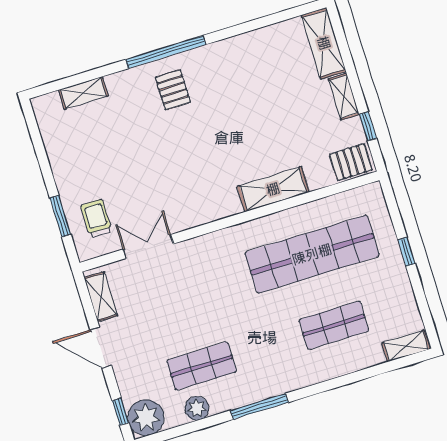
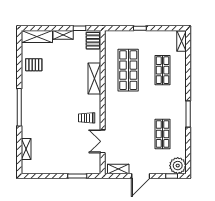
pallet: (173, 90) -> (34, 65), moved
trolley: (96, 218) -> (87, 118), moved
shop shelf: (312, 254) -> (128, 70), width x0.71
plant: (197, 408) -> (181, 142), removed

